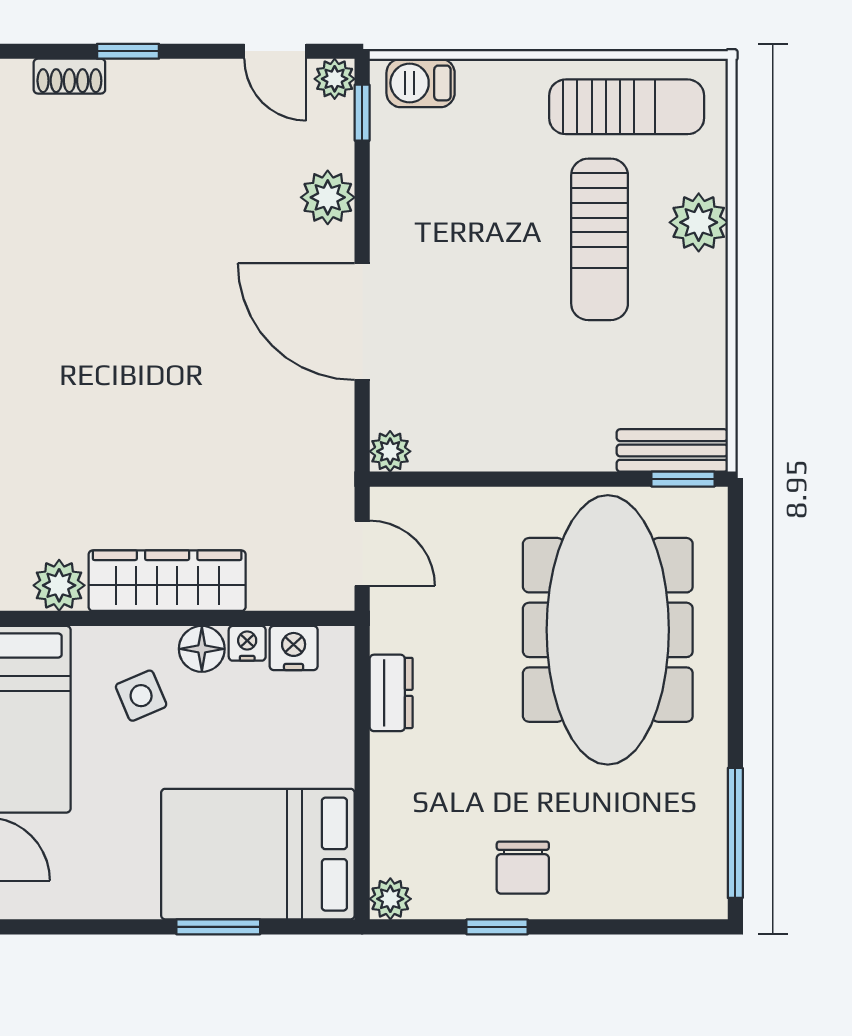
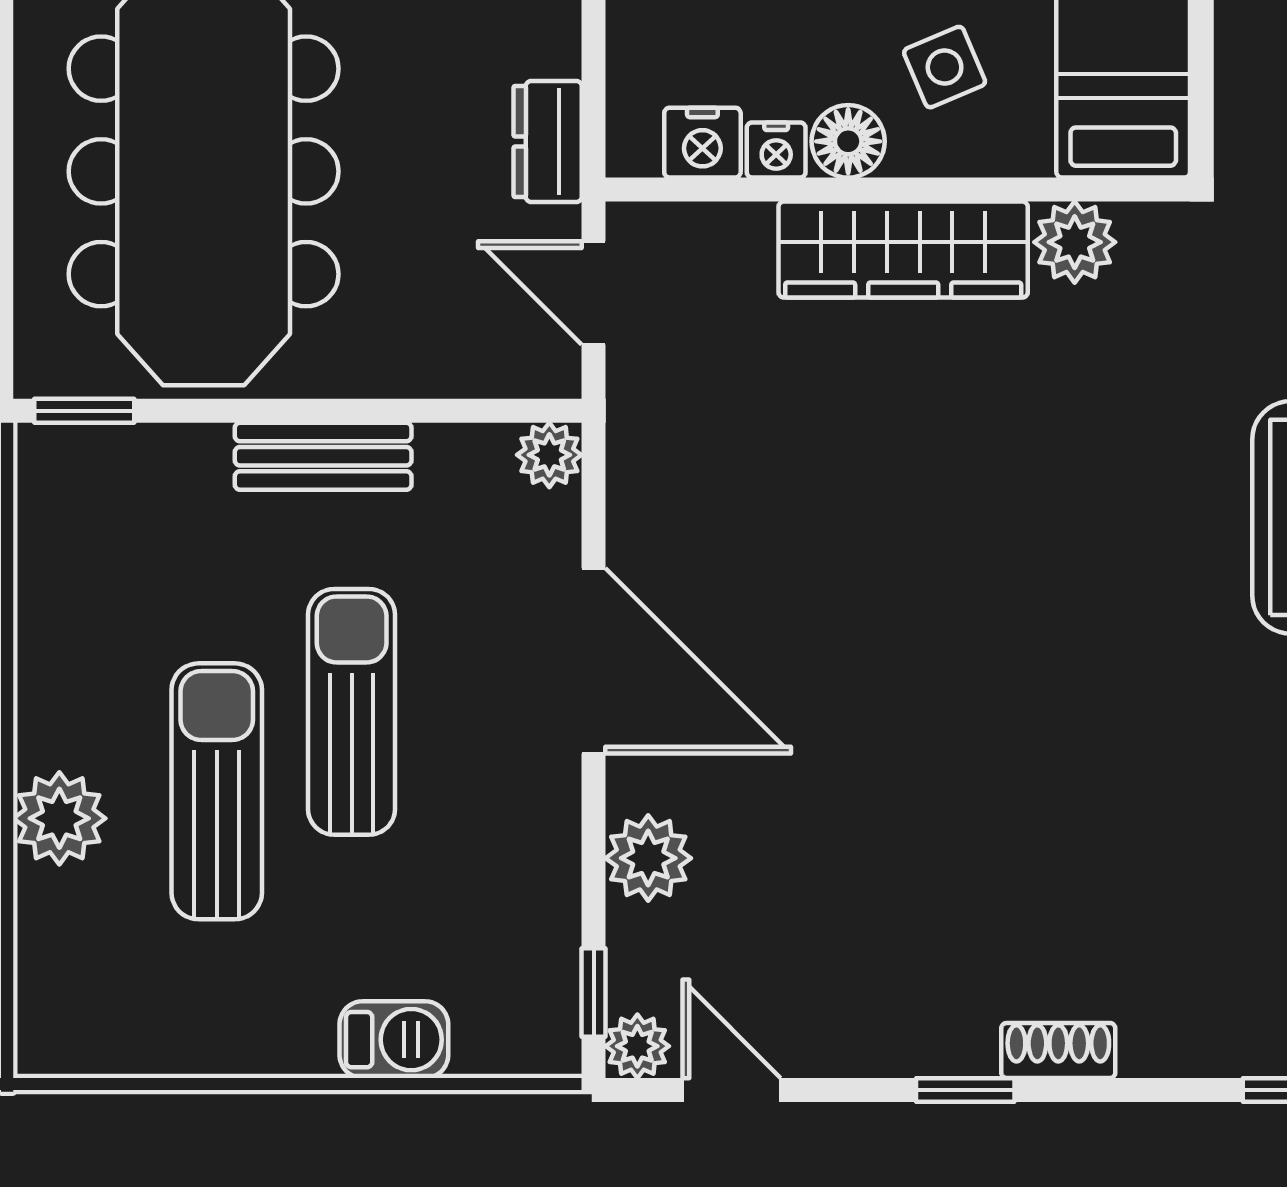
barbecue: (421, 83) -> (394, 1040), moved
sun lounger: (627, 107) -> (352, 712), moved, turned 90
bench: (672, 450) -> (323, 456), moved
dresser: (391, 693) -> (548, 142), moved

